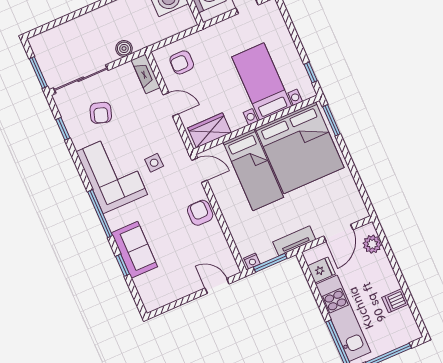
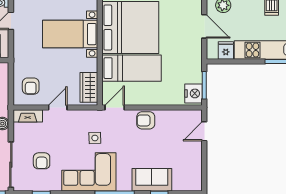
armchair: (101, 113) -> (42, 161), turned 72
tv unit: (294, 241) -> (196, 61), removed
nightstand: (252, 261) -> (193, 93), width x1.89, depth x1.79

